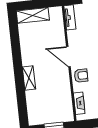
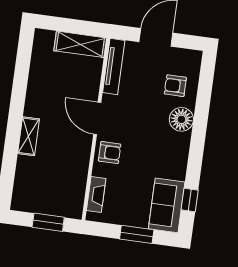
shelving: (33, 15) -> (80, 44), moved
tv unit: (70, 17) -> (114, 66), width x1.41

